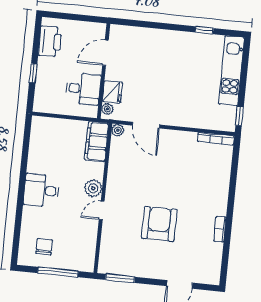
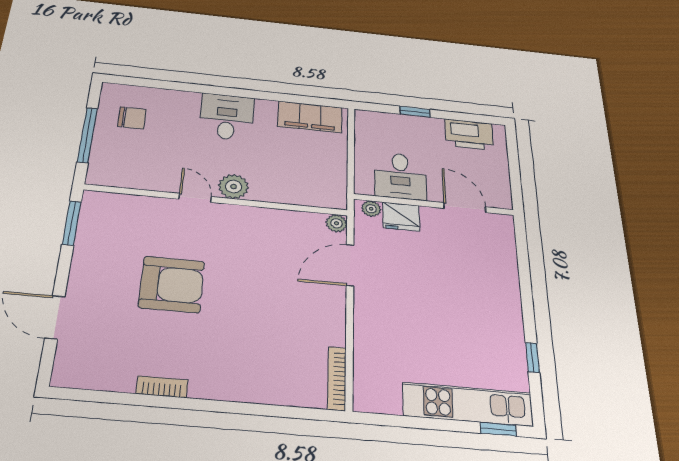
window: (240, 116) -> (498, 429), moved
filing cabinet: (97, 142) -> (310, 117), moved, turned 180

